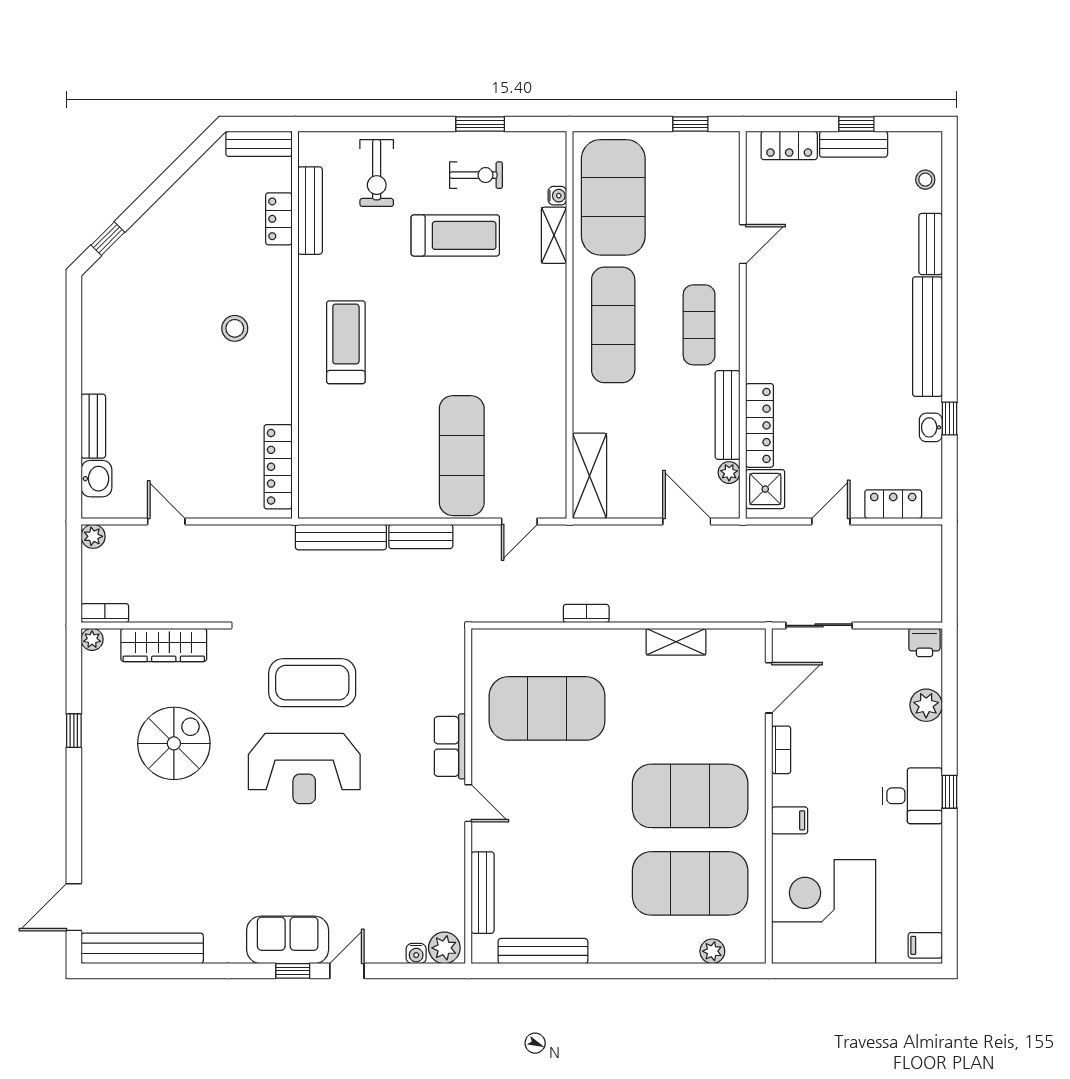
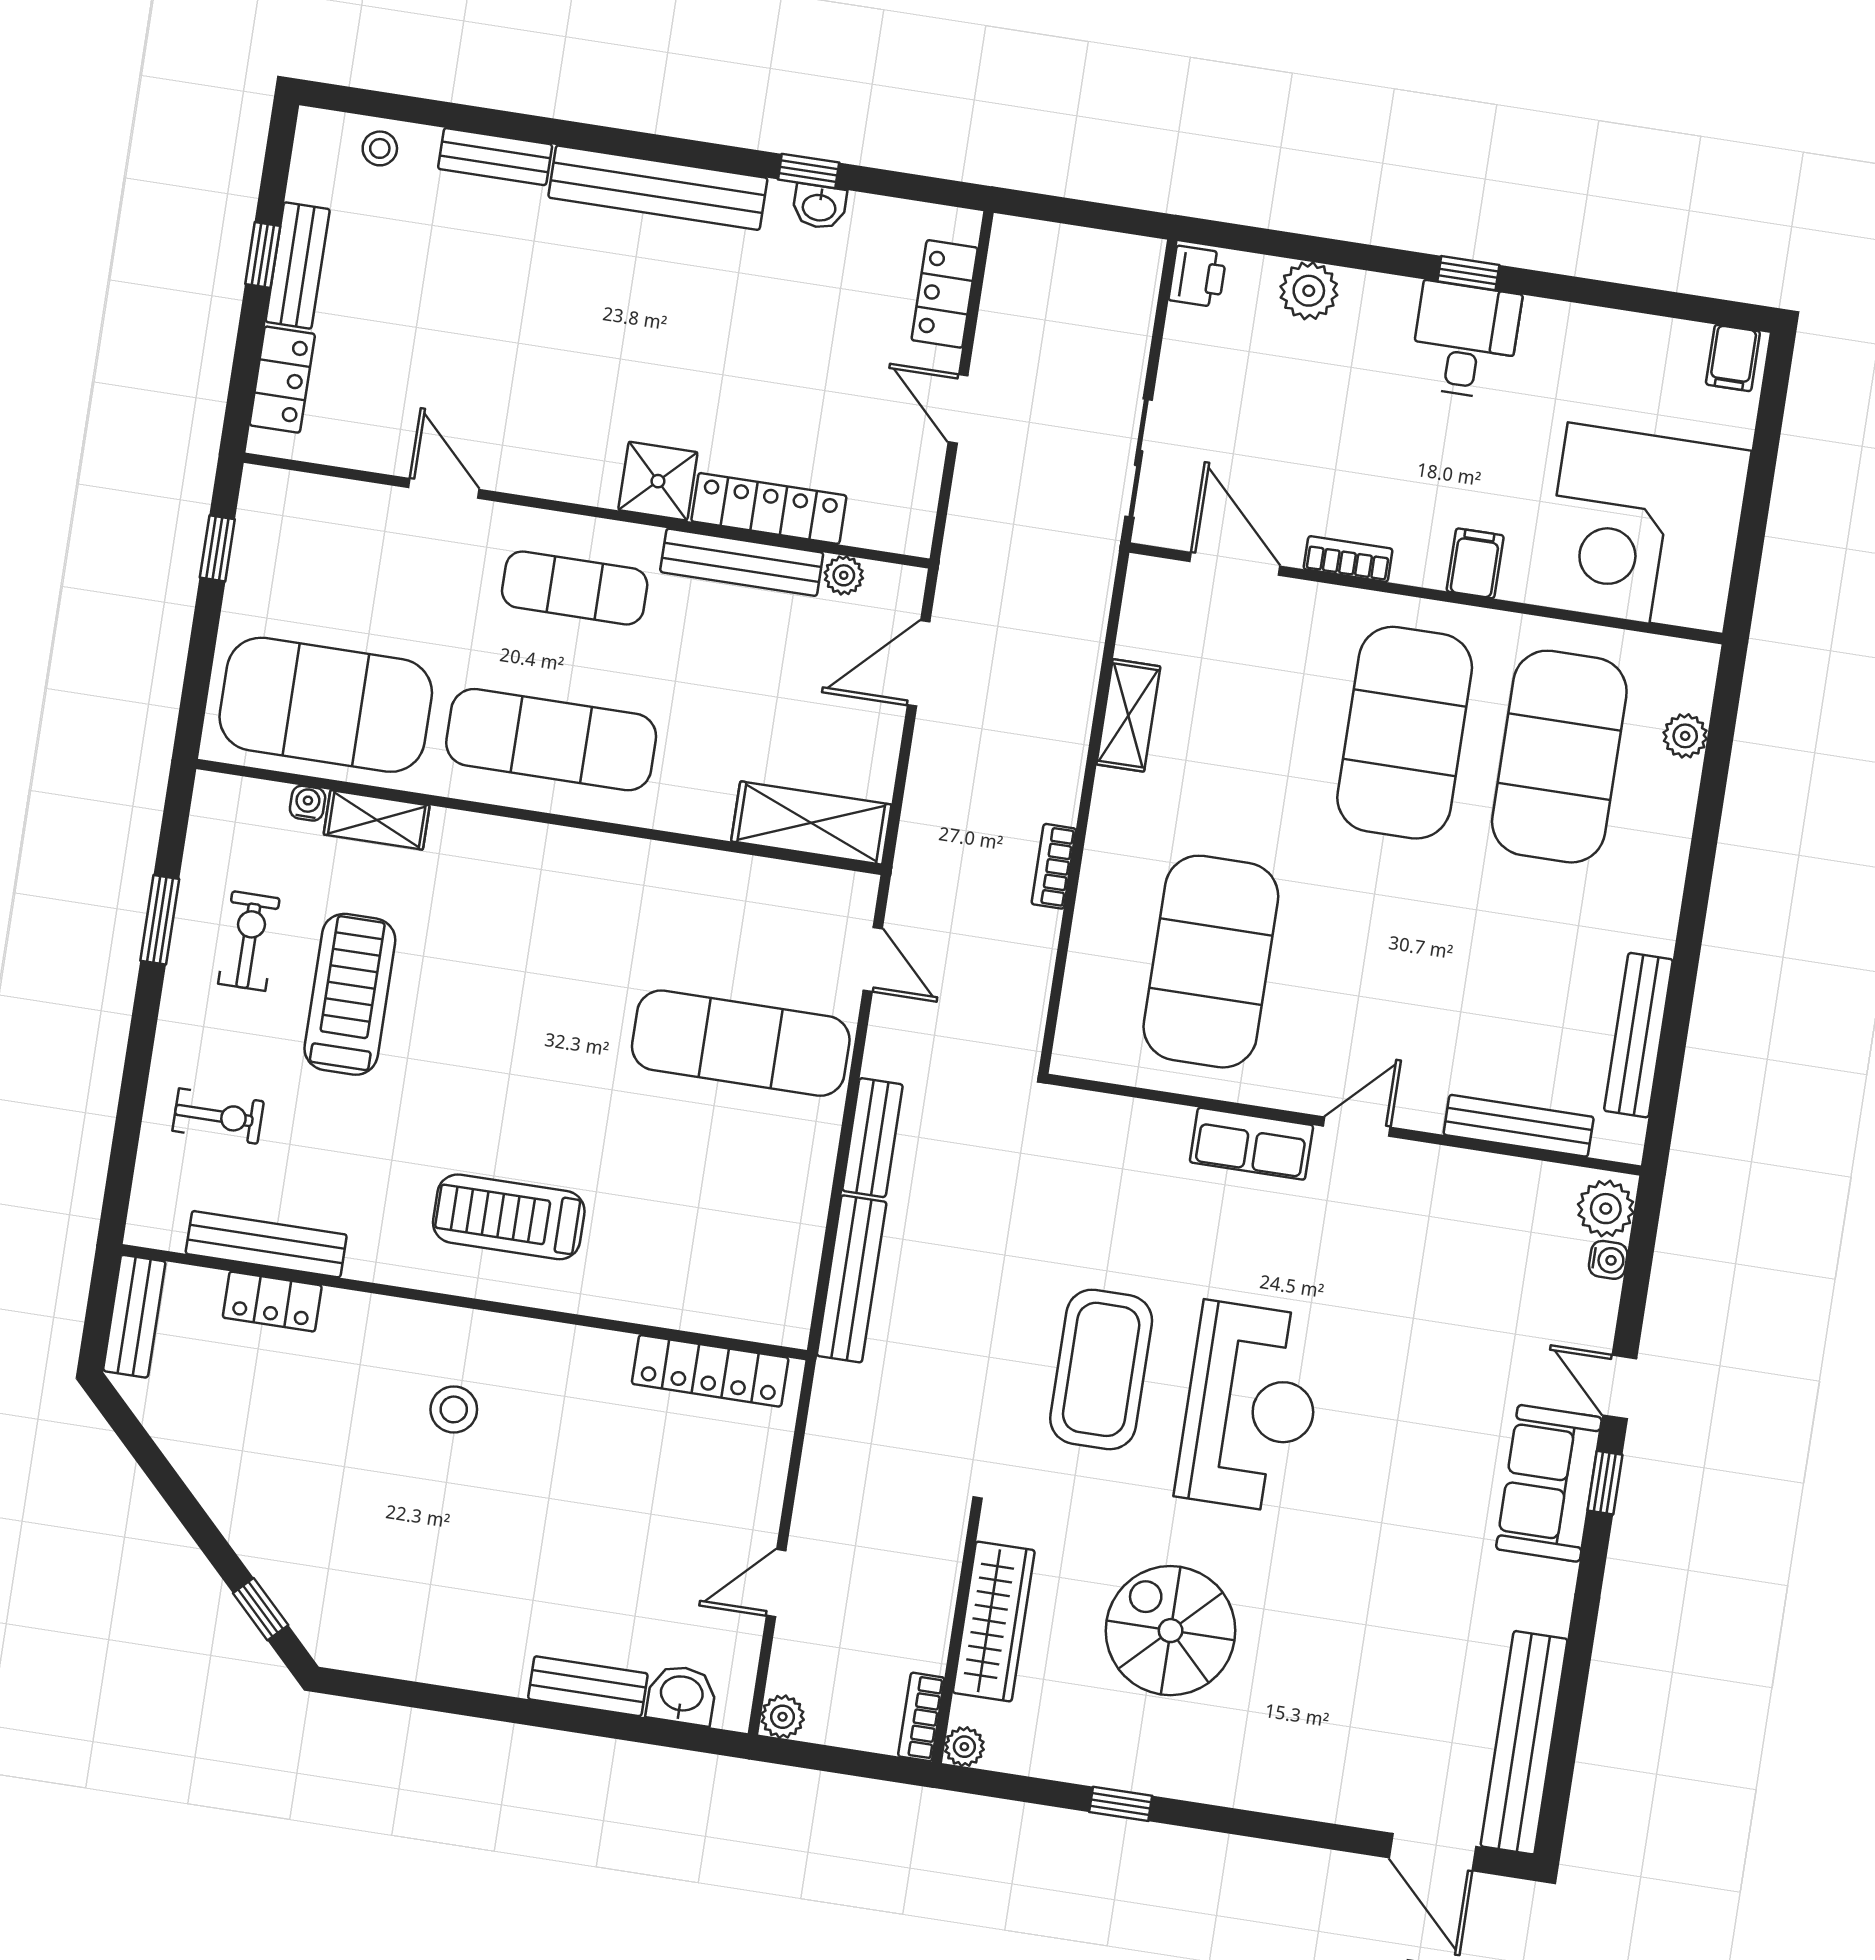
exercise bike: (377, 173) -> (218, 1116), width x0.73, depth x0.72
shower: (765, 489) -> (658, 481), moved

